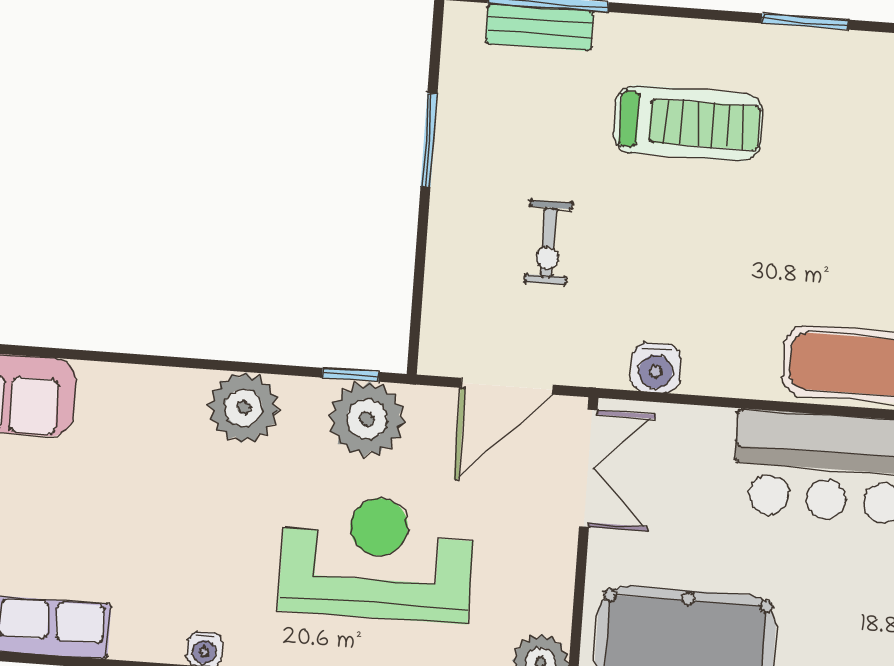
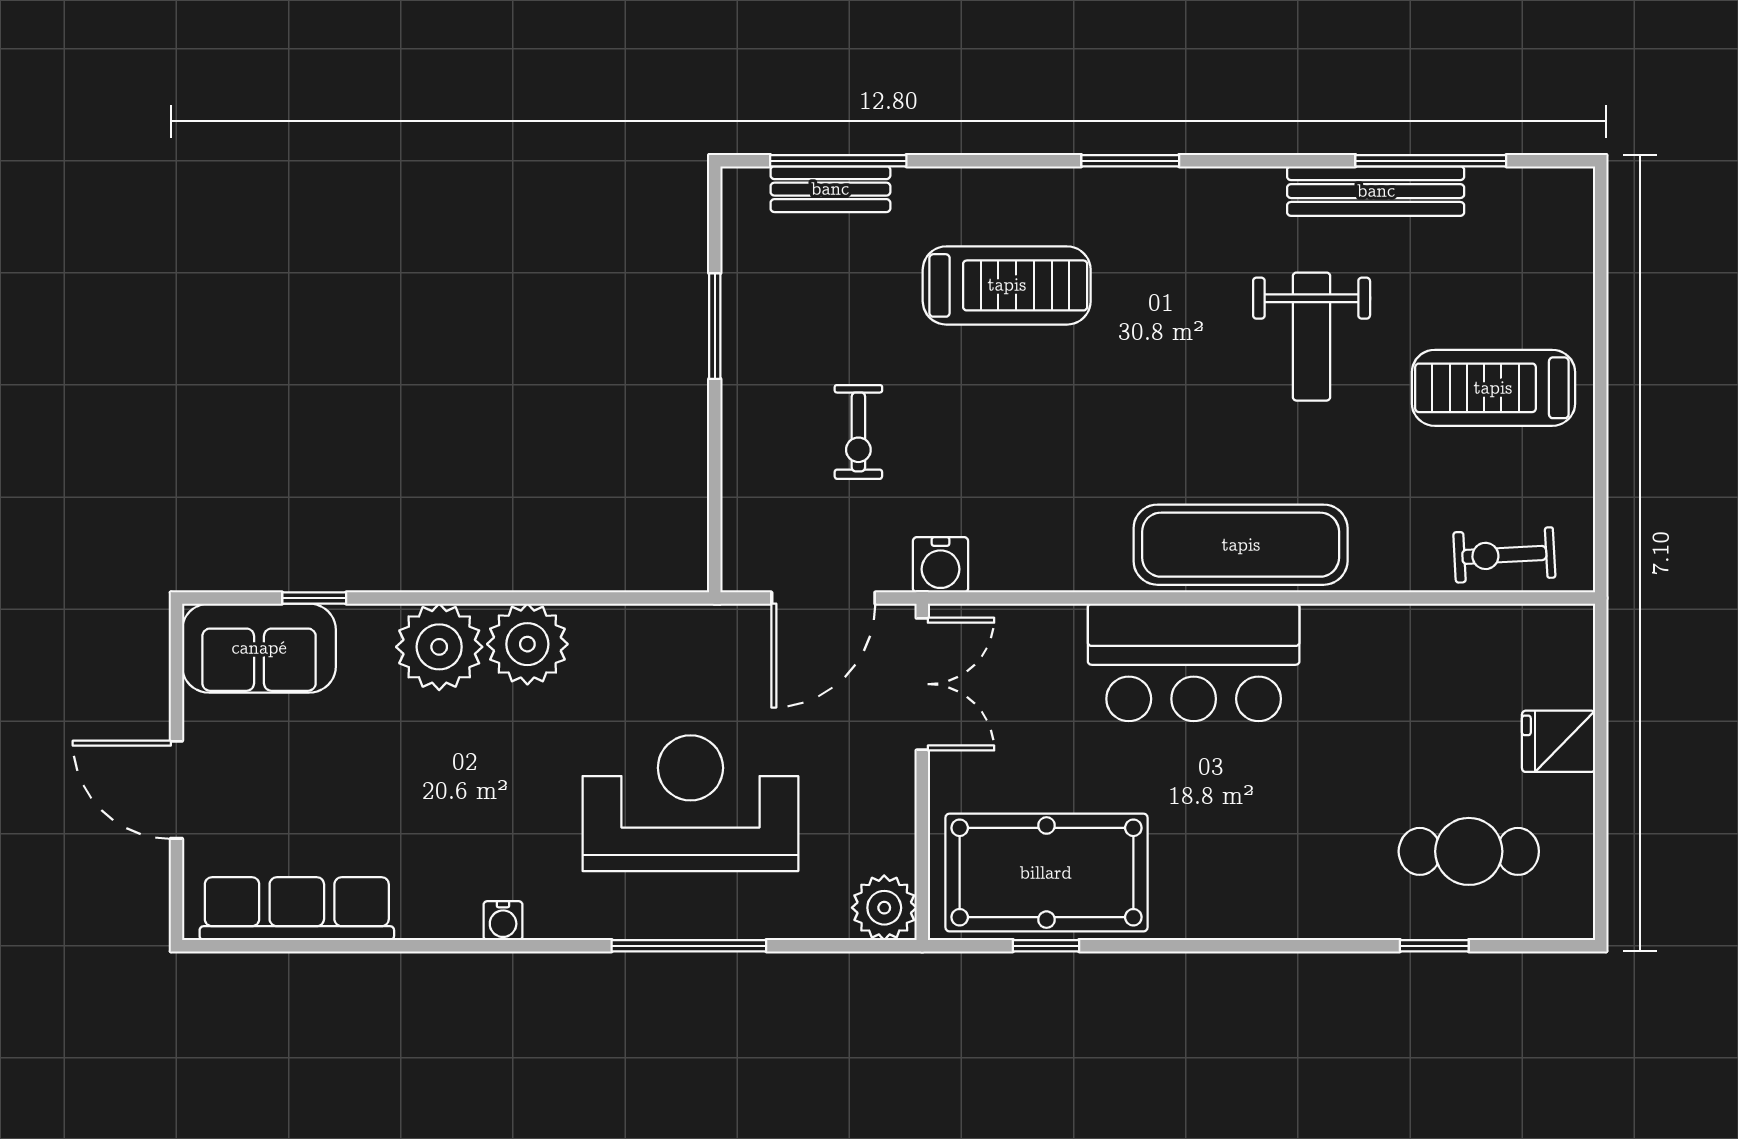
water cooler: (656, 368) -> (941, 565), moved
window: (351, 375) -> (314, 598), moved
plant: (367, 419) -> (439, 647), moved

